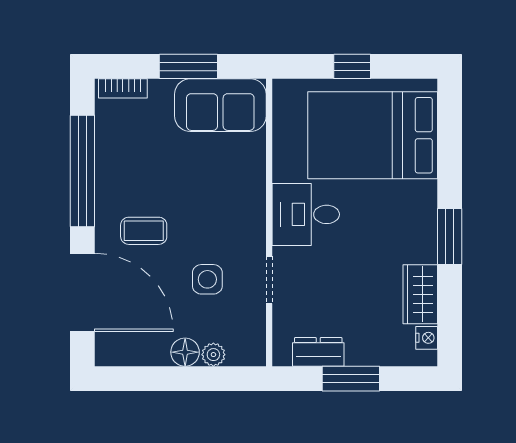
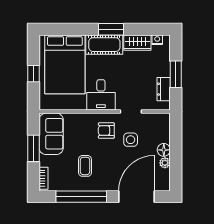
cot: (416, 222) -> (104, 45), added
armchair: (228, 226) -> (106, 130), added
coffee table: (144, 231) -> (85, 166), moved
plant: (213, 355) -> (165, 163), moved

